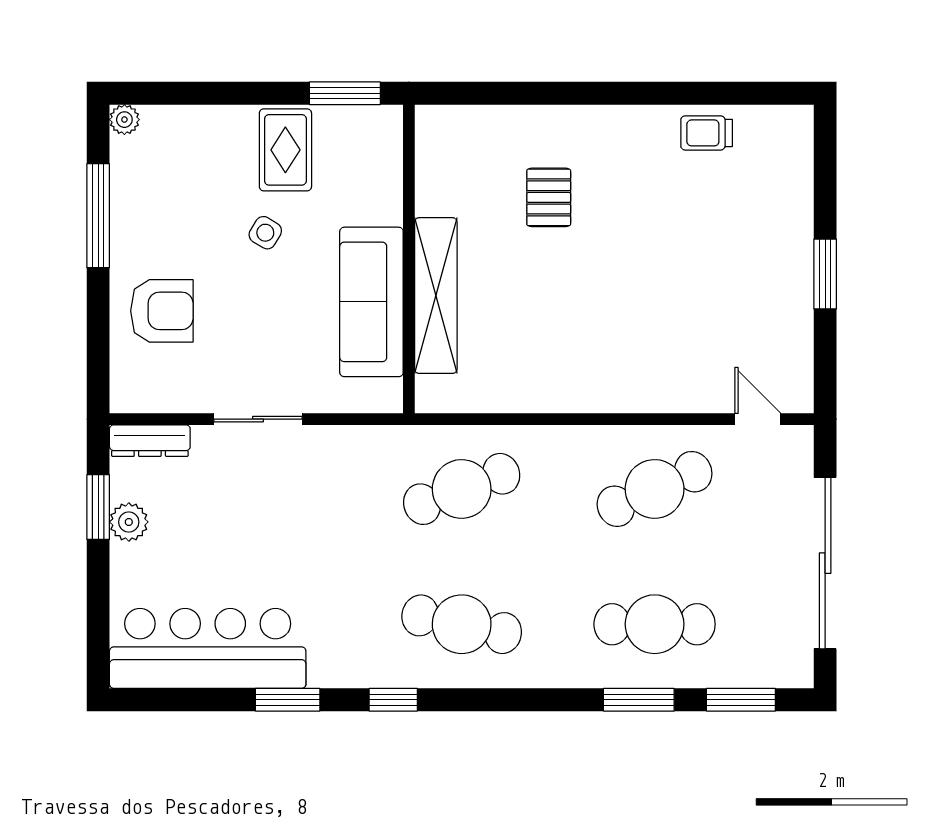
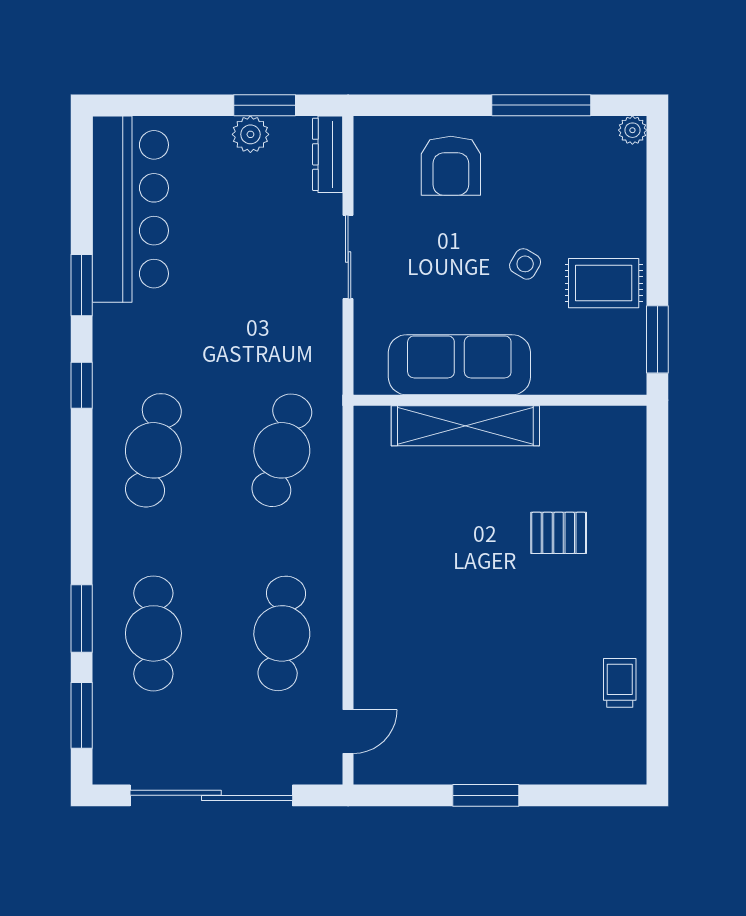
cafe table: (462, 489) -> (282, 450), turned 36
cafe table: (655, 489) -> (282, 633), turned 30

